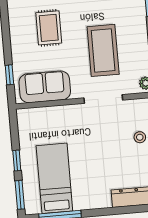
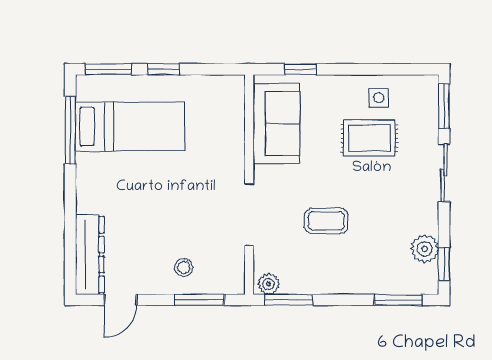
side table: (23, 24) -> (379, 98), added
coffee table: (103, 50) -> (326, 221), width x0.54, depth x0.58

